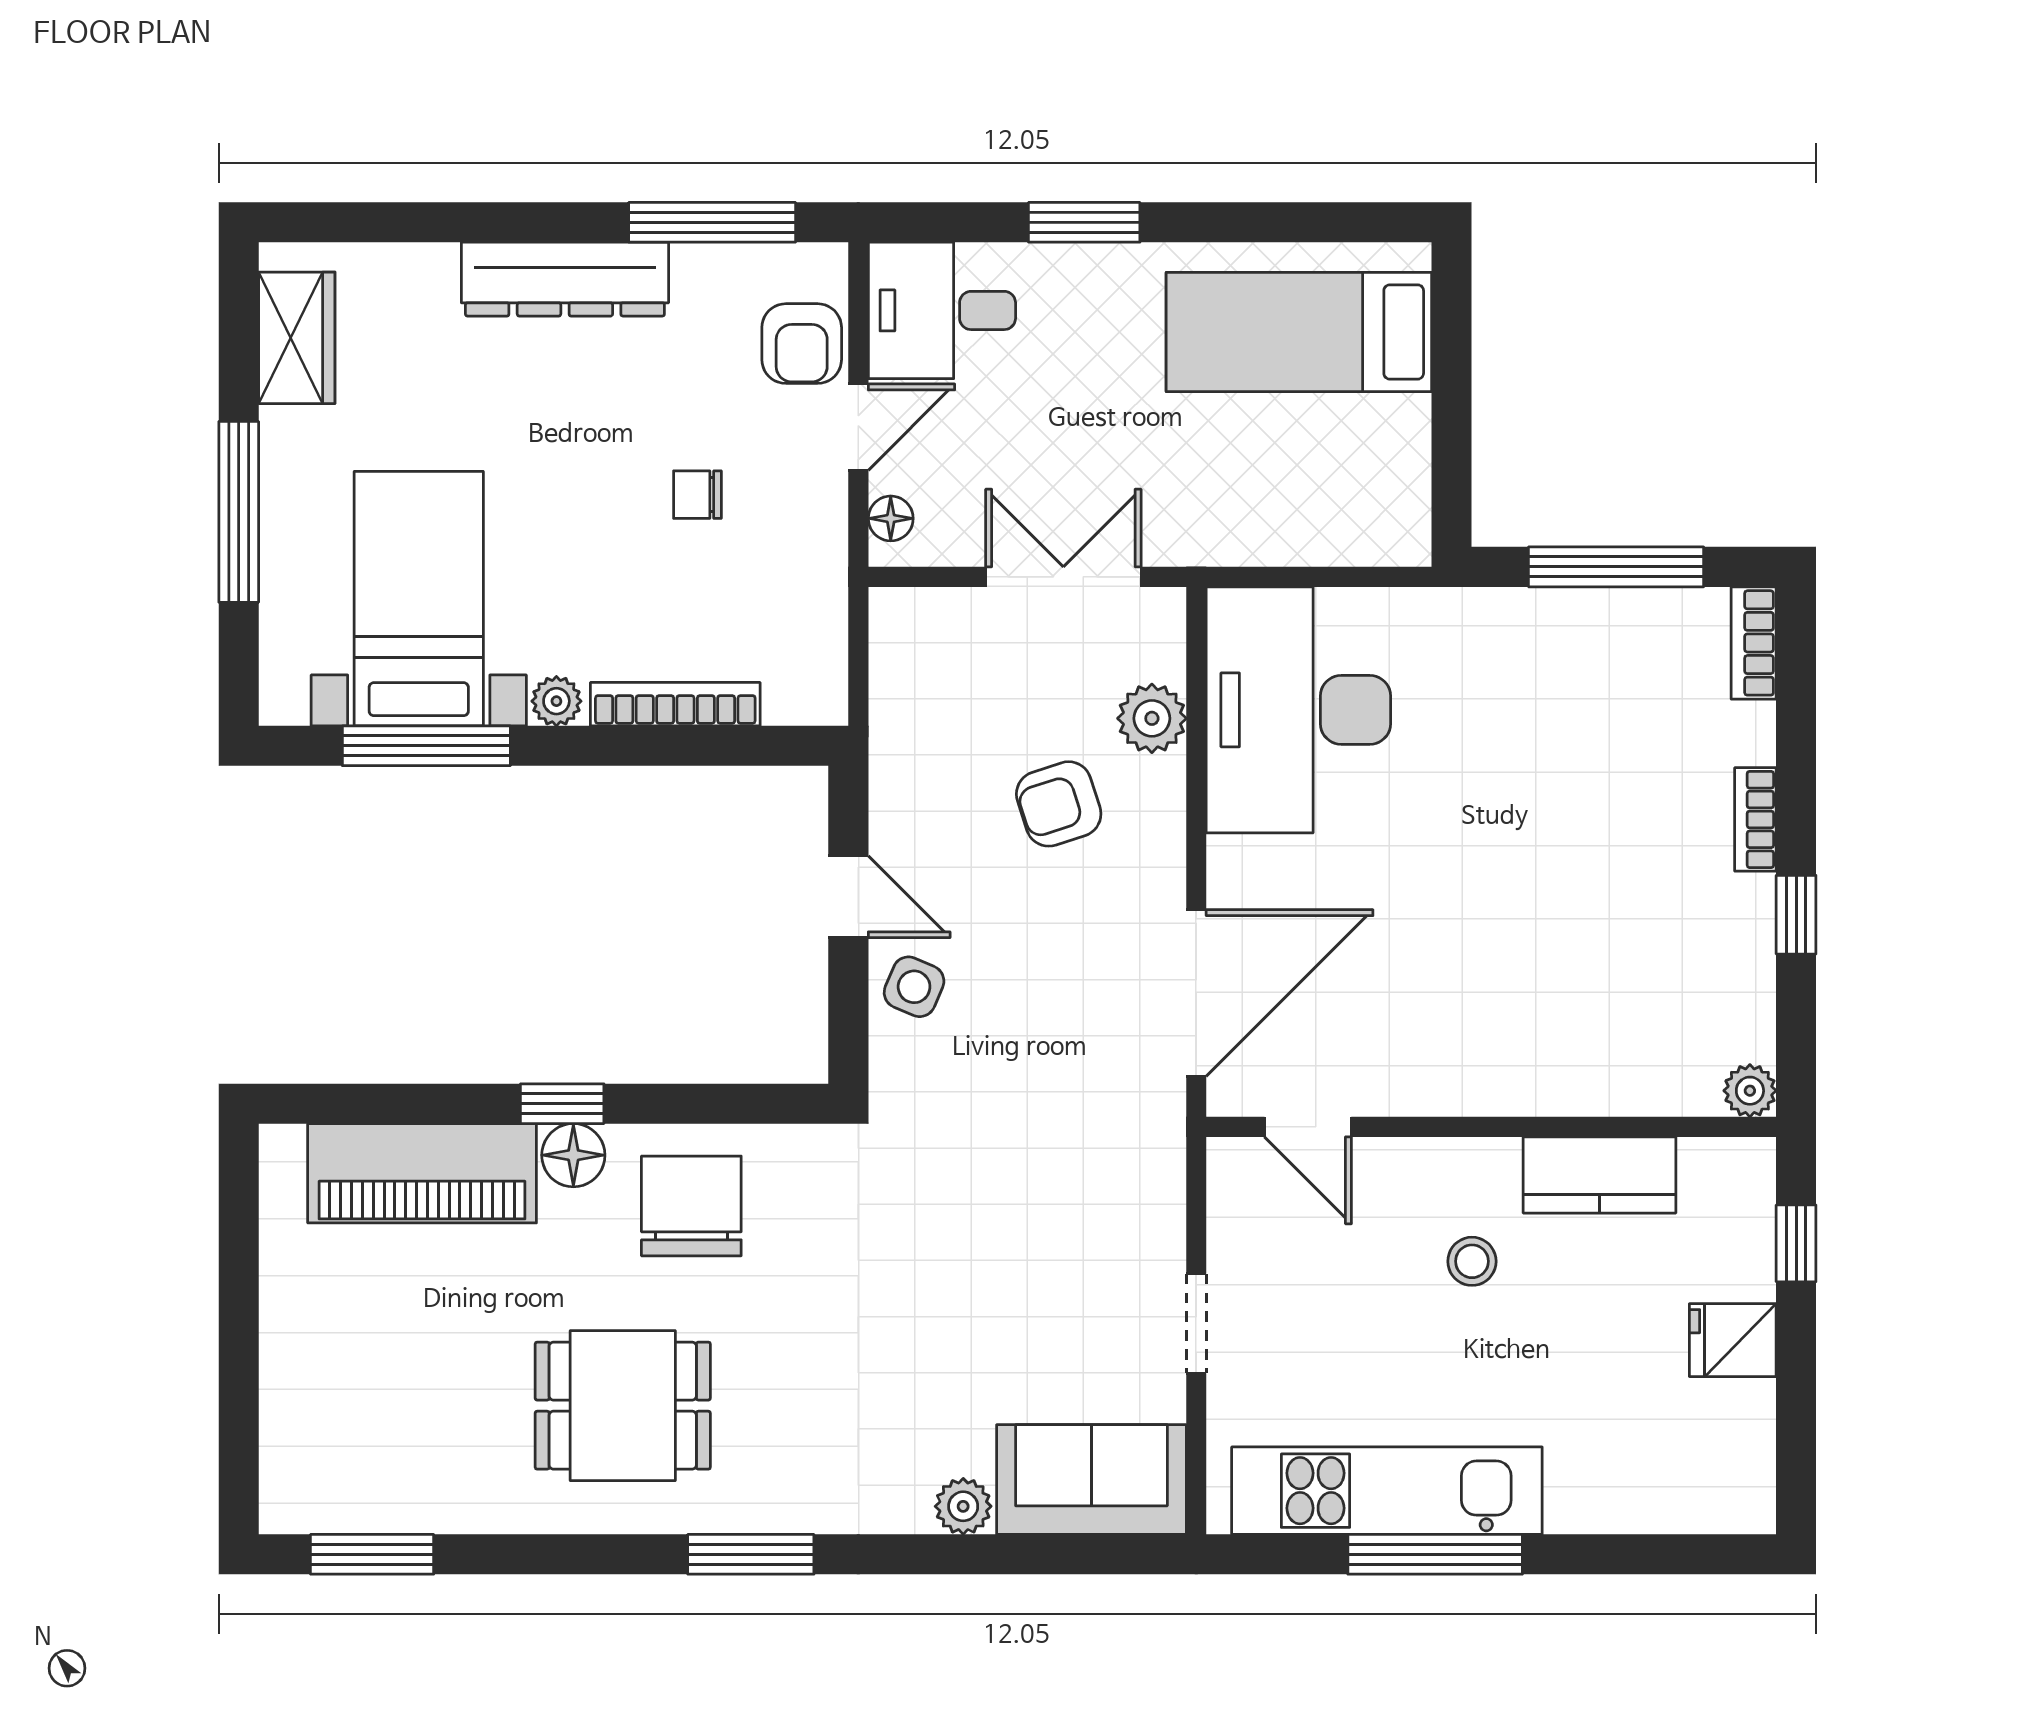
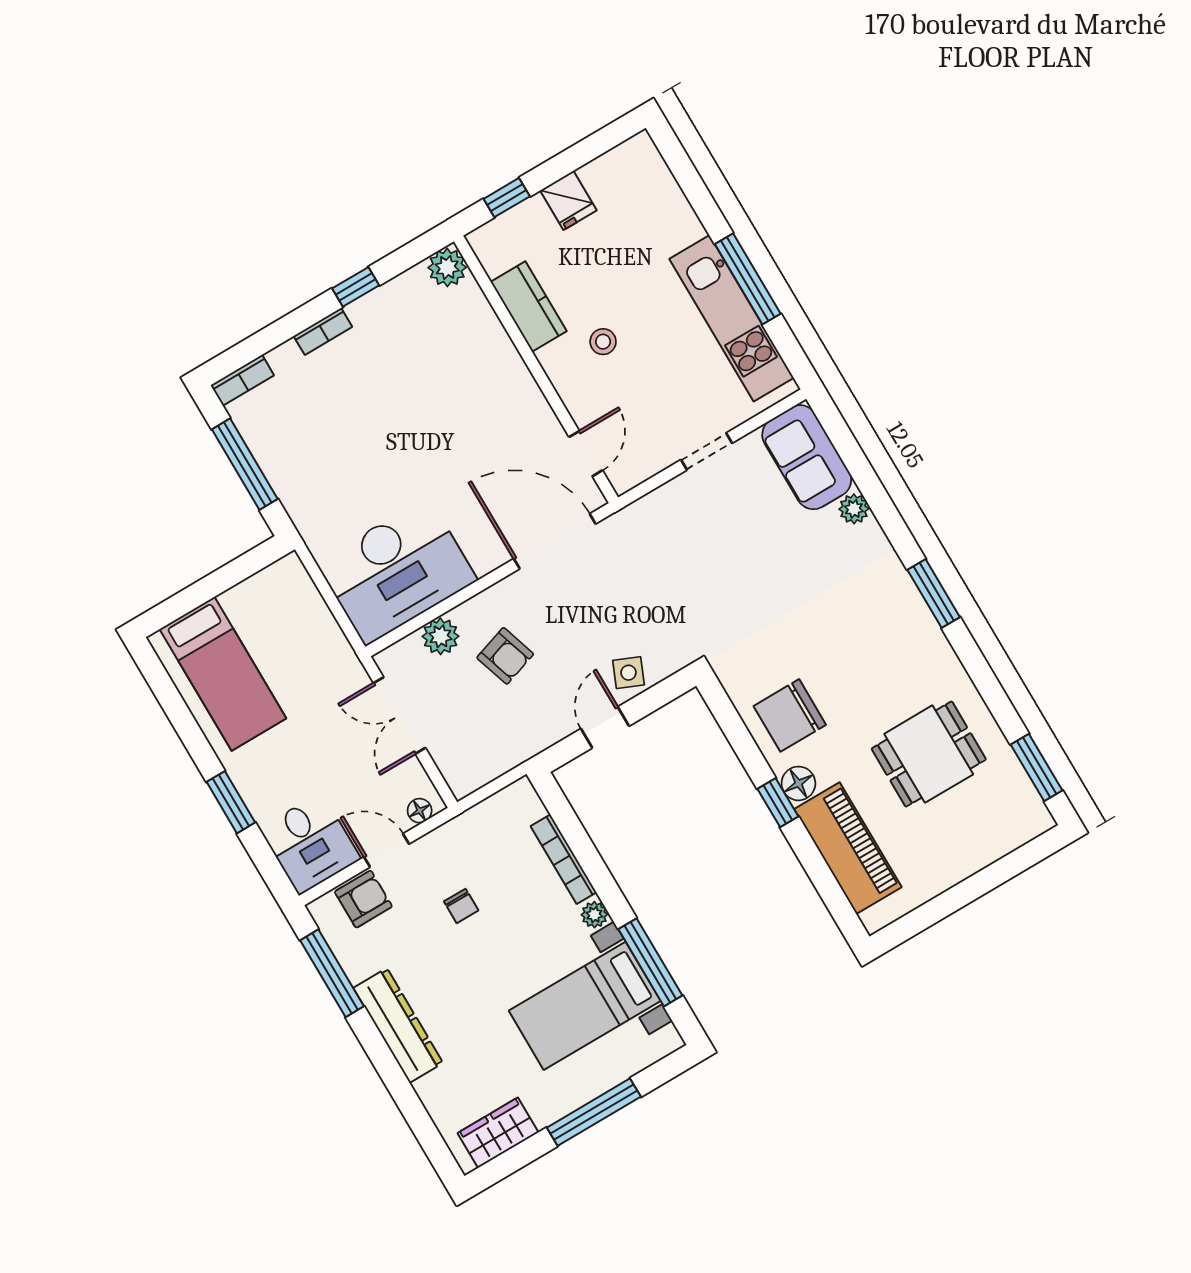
plant: (1750, 1091) -> (447, 267), width x1.38, depth x1.38
dining table: (623, 1406) -> (929, 754), moved, turned 90

